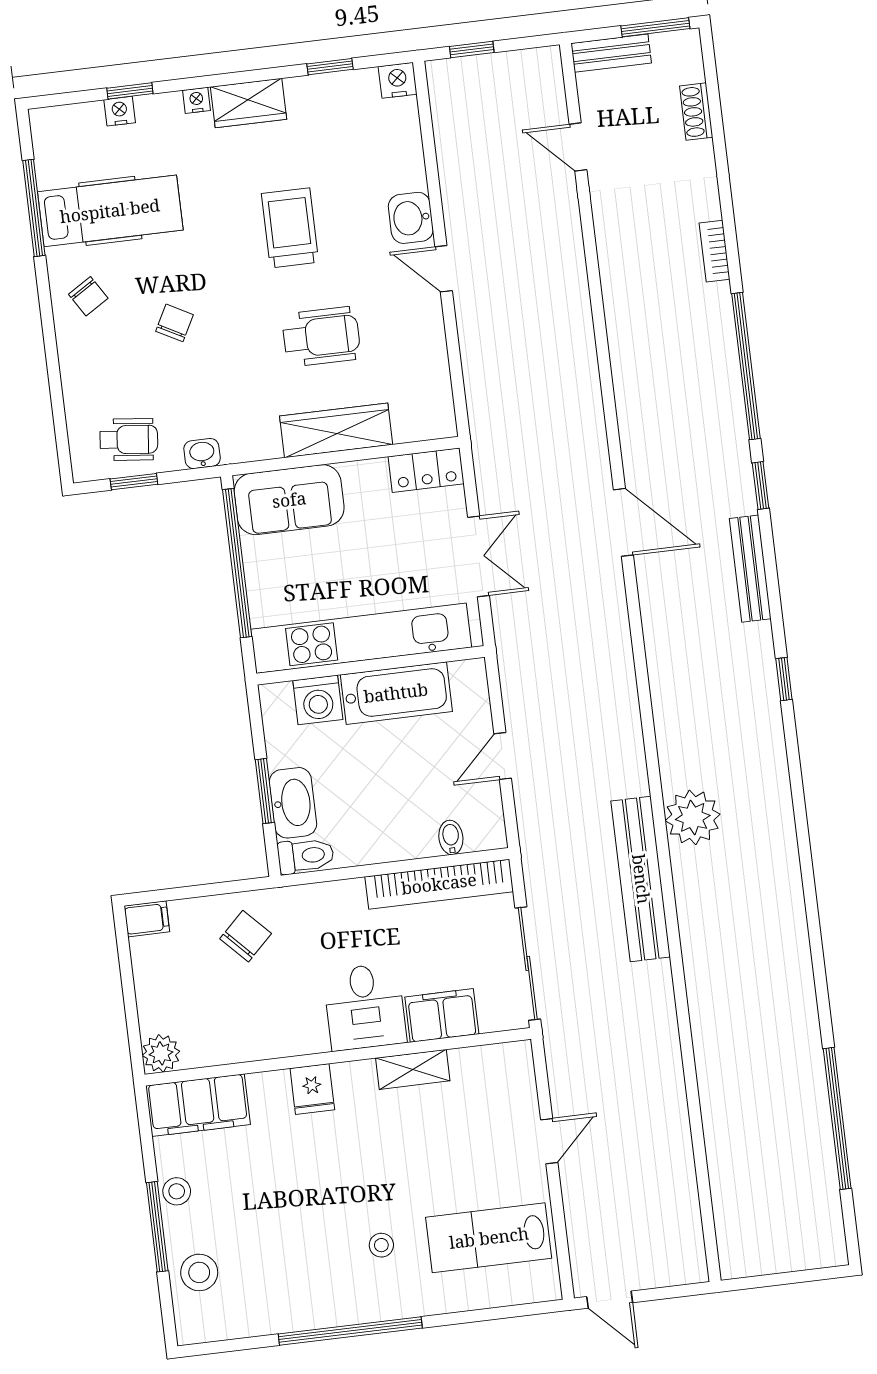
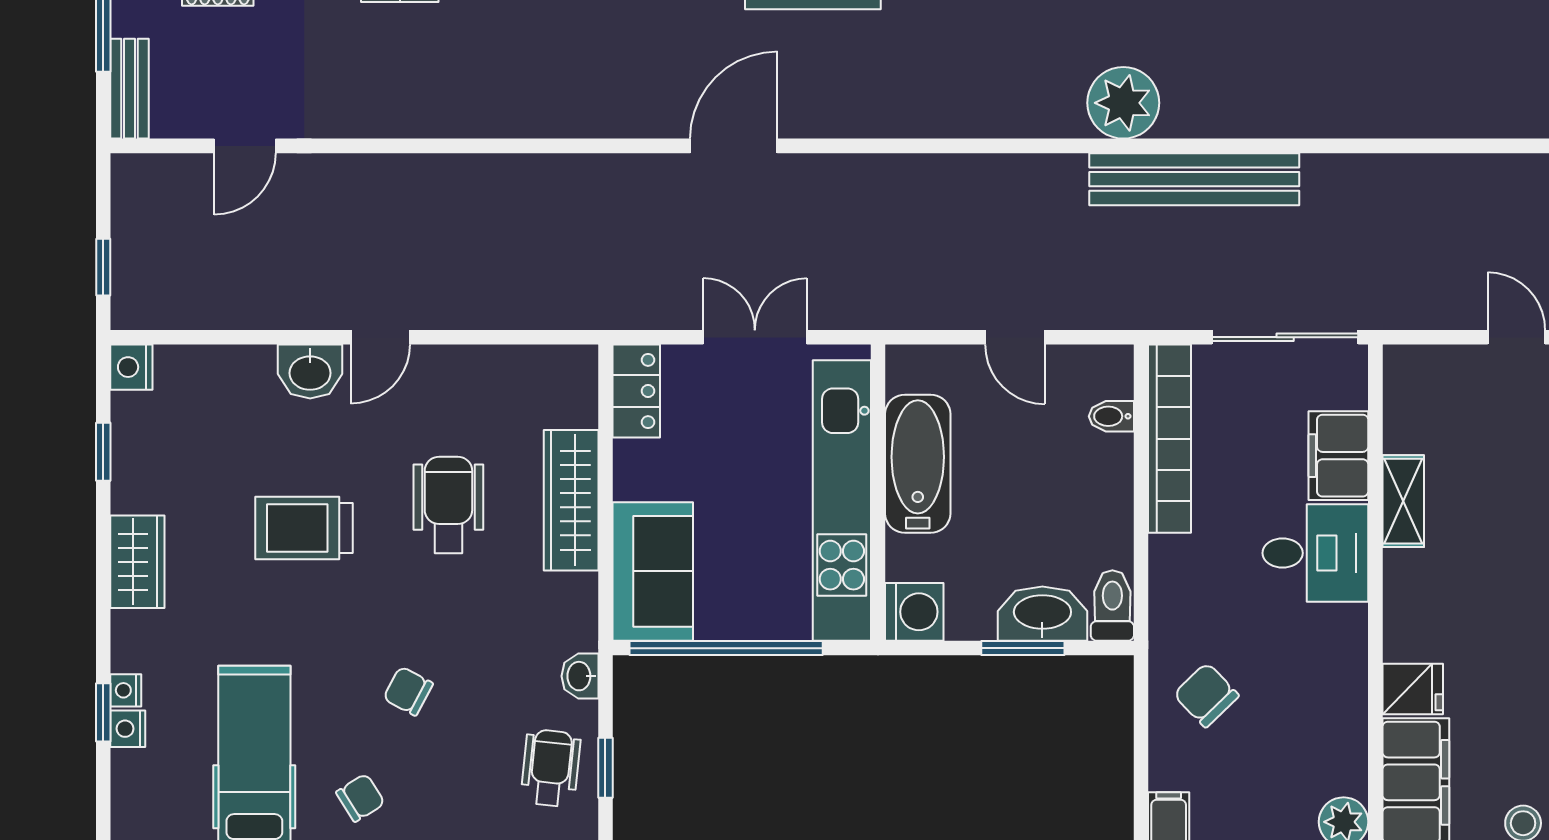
nightstand: (197, 100) -> (126, 690), moved
washing machine: (318, 700) -> (914, 612), moved
fridge: (312, 1089) -> (1413, 689), moved

